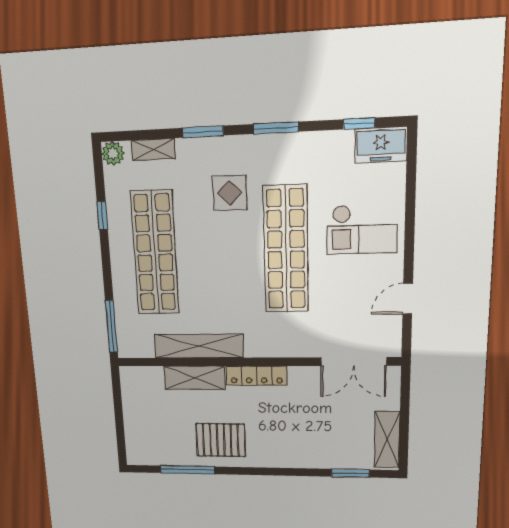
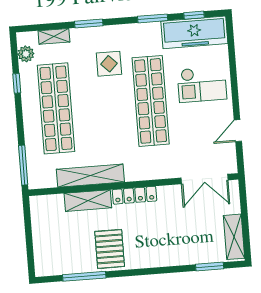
window: (276, 128) -> (153, 18), moved
freezer: (381, 145) -> (194, 32), width x1.91, depth x1.26
plant: (113, 153) -> (26, 54), moved
pallet: (221, 440) -> (110, 249), turned 90

